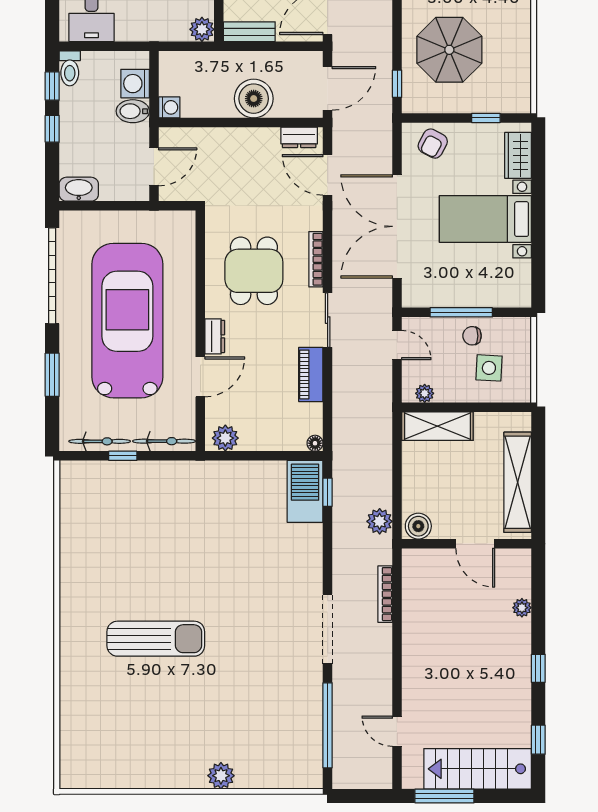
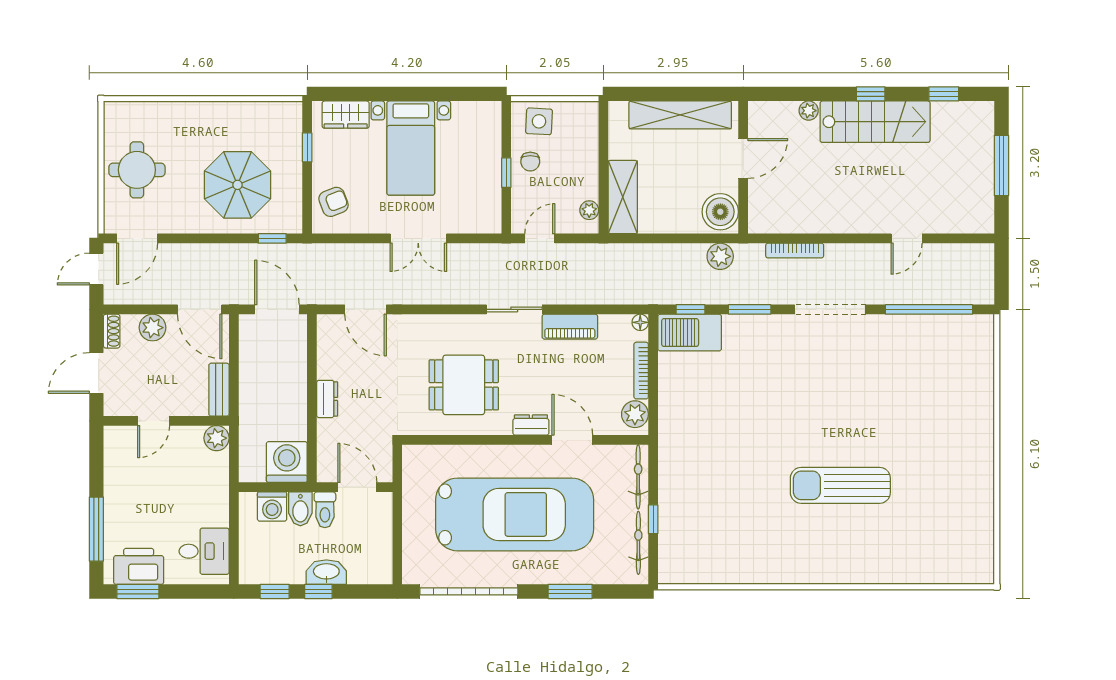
toilet: (70, 68) -> (325, 510), moved, turned 90
boiler: (254, 99) -> (287, 385), removed
washing machine: (169, 107) -> (287, 462), width x1.89, depth x1.89
dresser: (299, 137) -> (327, 399), moved
armchair: (433, 144) -> (333, 202), turned -49
door: (328, 175) -> (366, 309), hinge flipped
washbasin: (79, 189) -> (326, 572), moved, turned 90
double door: (397, 226) -> (418, 238), width x0.54
bookcase: (316, 259) -> (641, 371), moved, turned 90
window: (461, 312) -> (506, 173), width x0.46
car: (127, 321) -> (515, 514), turned 180
side table: (489, 368) -> (539, 121), moved
boiler: (418, 526) -> (720, 212), width x1.37, depth x1.37
window: (328, 550) -> (750, 309), added
sun lounger: (156, 639) -> (840, 485), turned -90
door: (397, 731) -> (907, 238), moved
stairs: (478, 769) -> (875, 122), moved, turned -90
plant: (221, 776) -> (981, 419), removed
window: (444, 796) -> (1001, 165), moved

